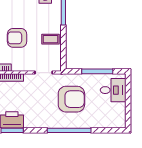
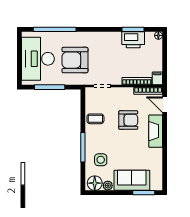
desk: (113, 90) -> (38, 59), width x1.87, depth x1.30
window: (69, 130) -> (55, 29), moved

